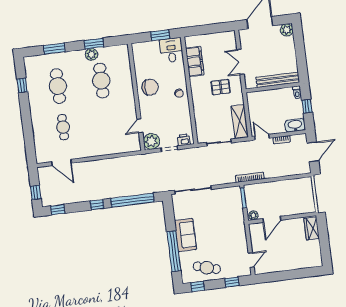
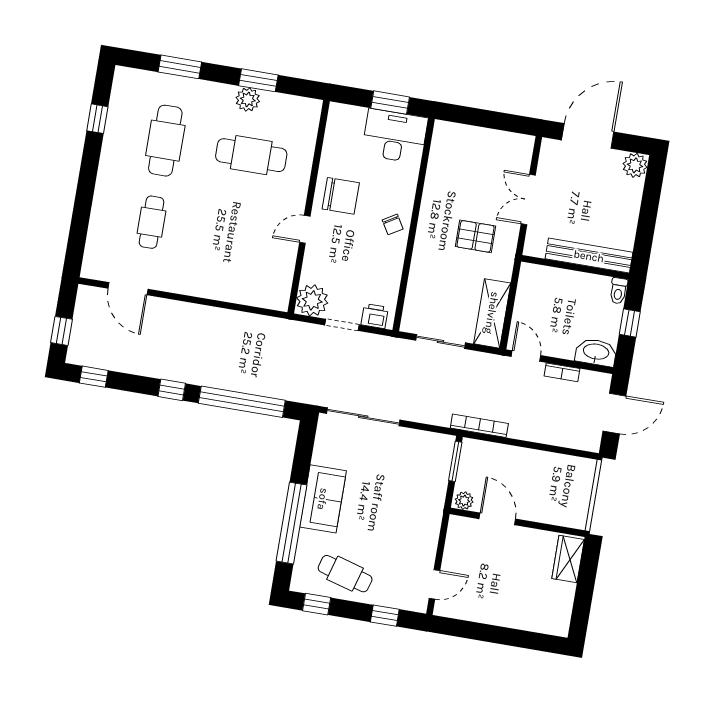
desk: (171, 50) -> (395, 136), width x1.37
filing cabinet: (195, 61) -> (441, 173), removed
cafe table: (101, 81) -> (251, 155), turned 90
door: (140, 126) -> (305, 229), moved
door: (272, 219) -> (497, 519), swing flipped

